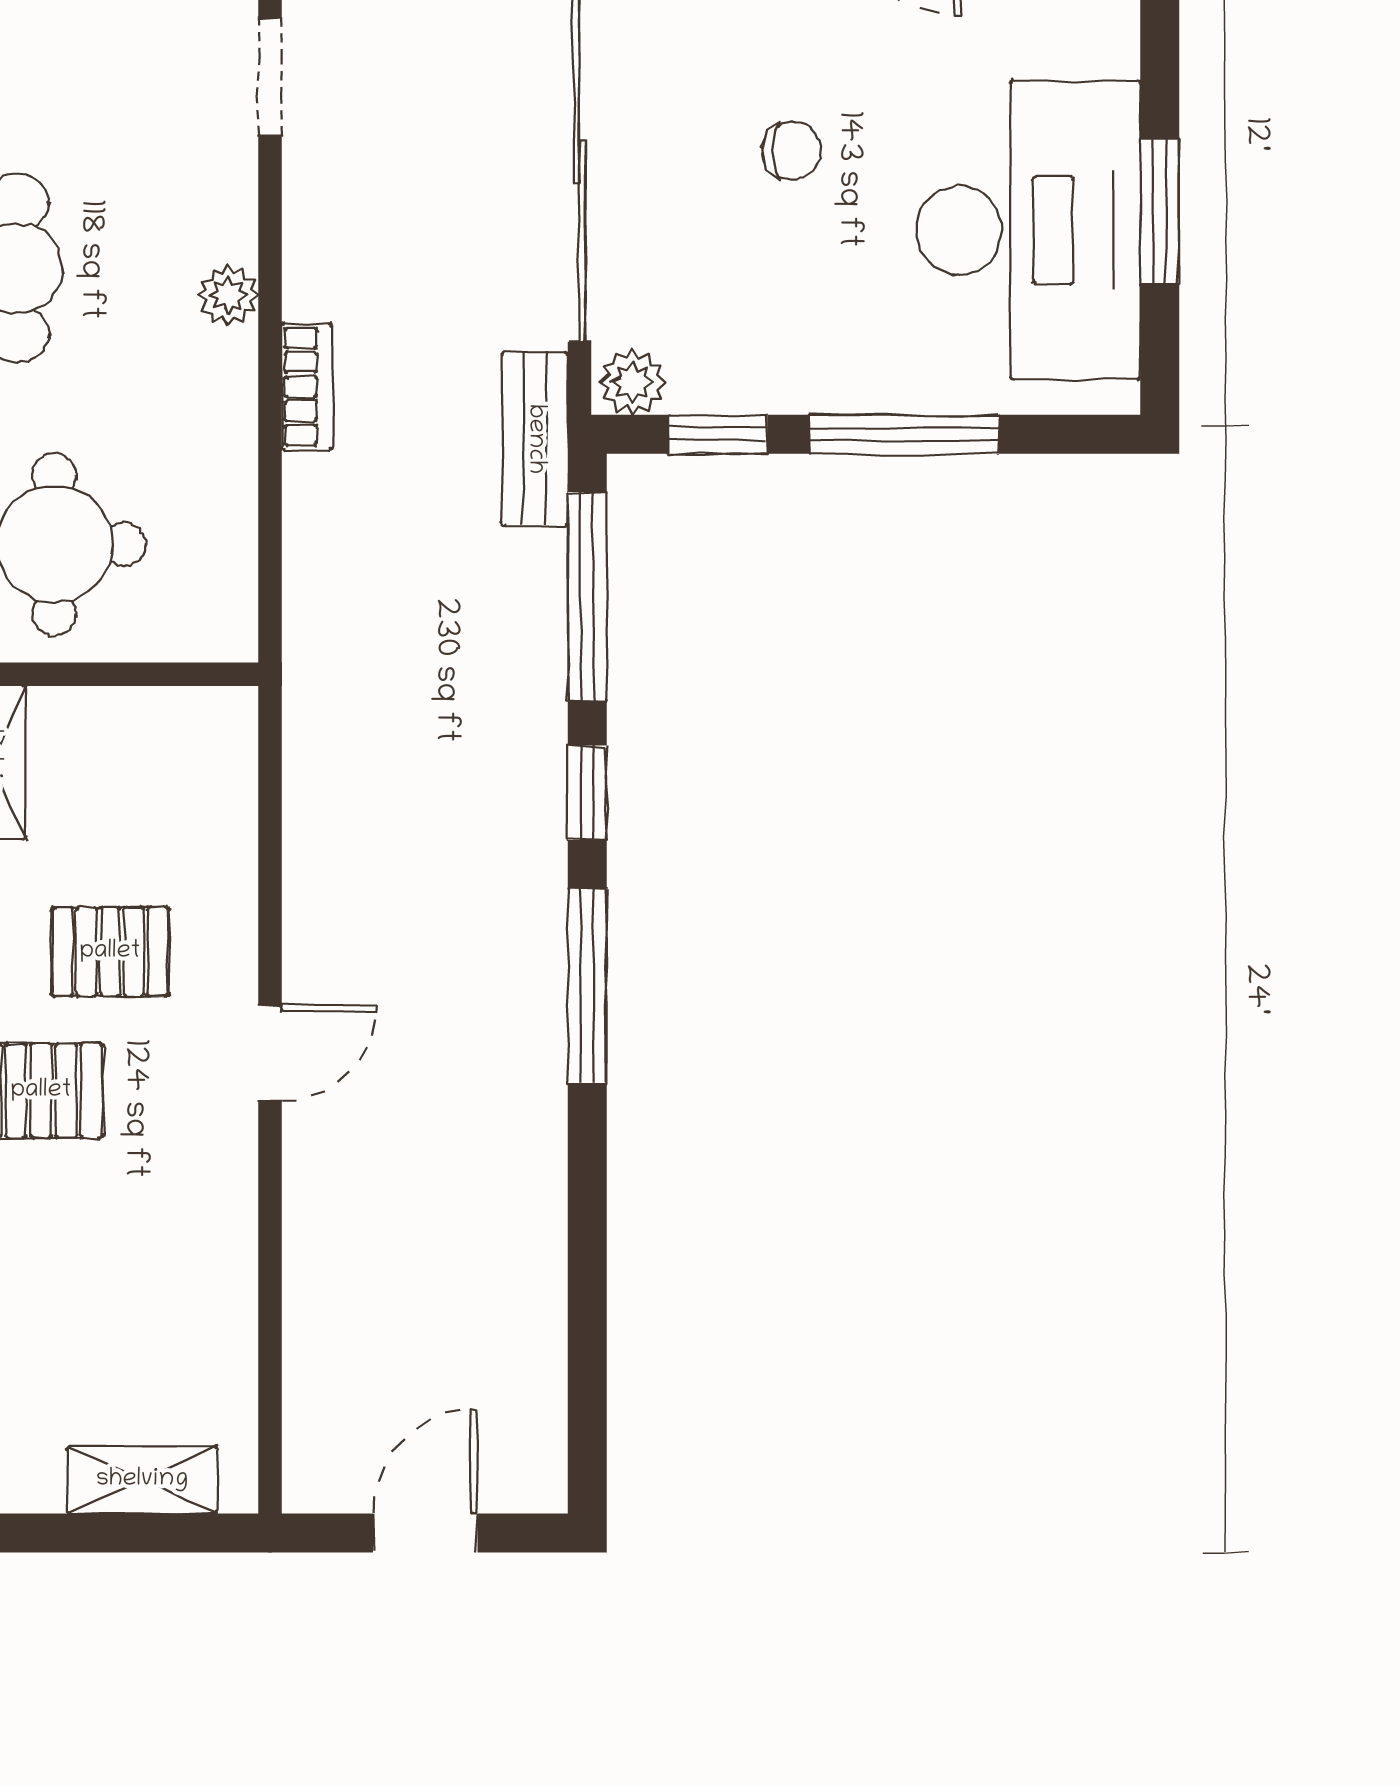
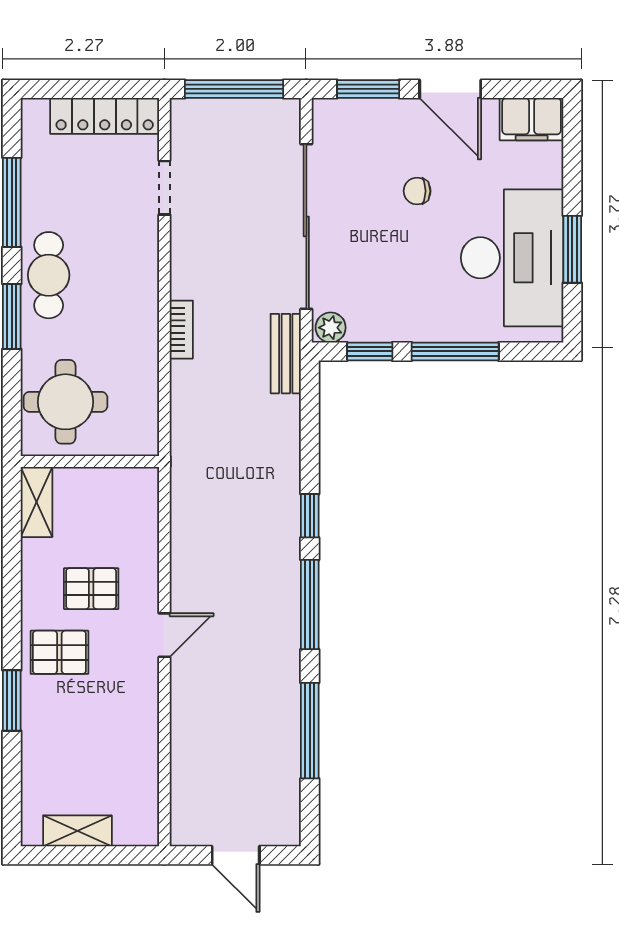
chair: (791, 151) -> (417, 191), moved, turned 180
plant: (228, 295) -> (145, 288), removed
window: (587, 596) -> (310, 731), moved
shelving: (142, 1480) -> (77, 831), moved
door: (425, 1533) -> (236, 855), swing flipped

